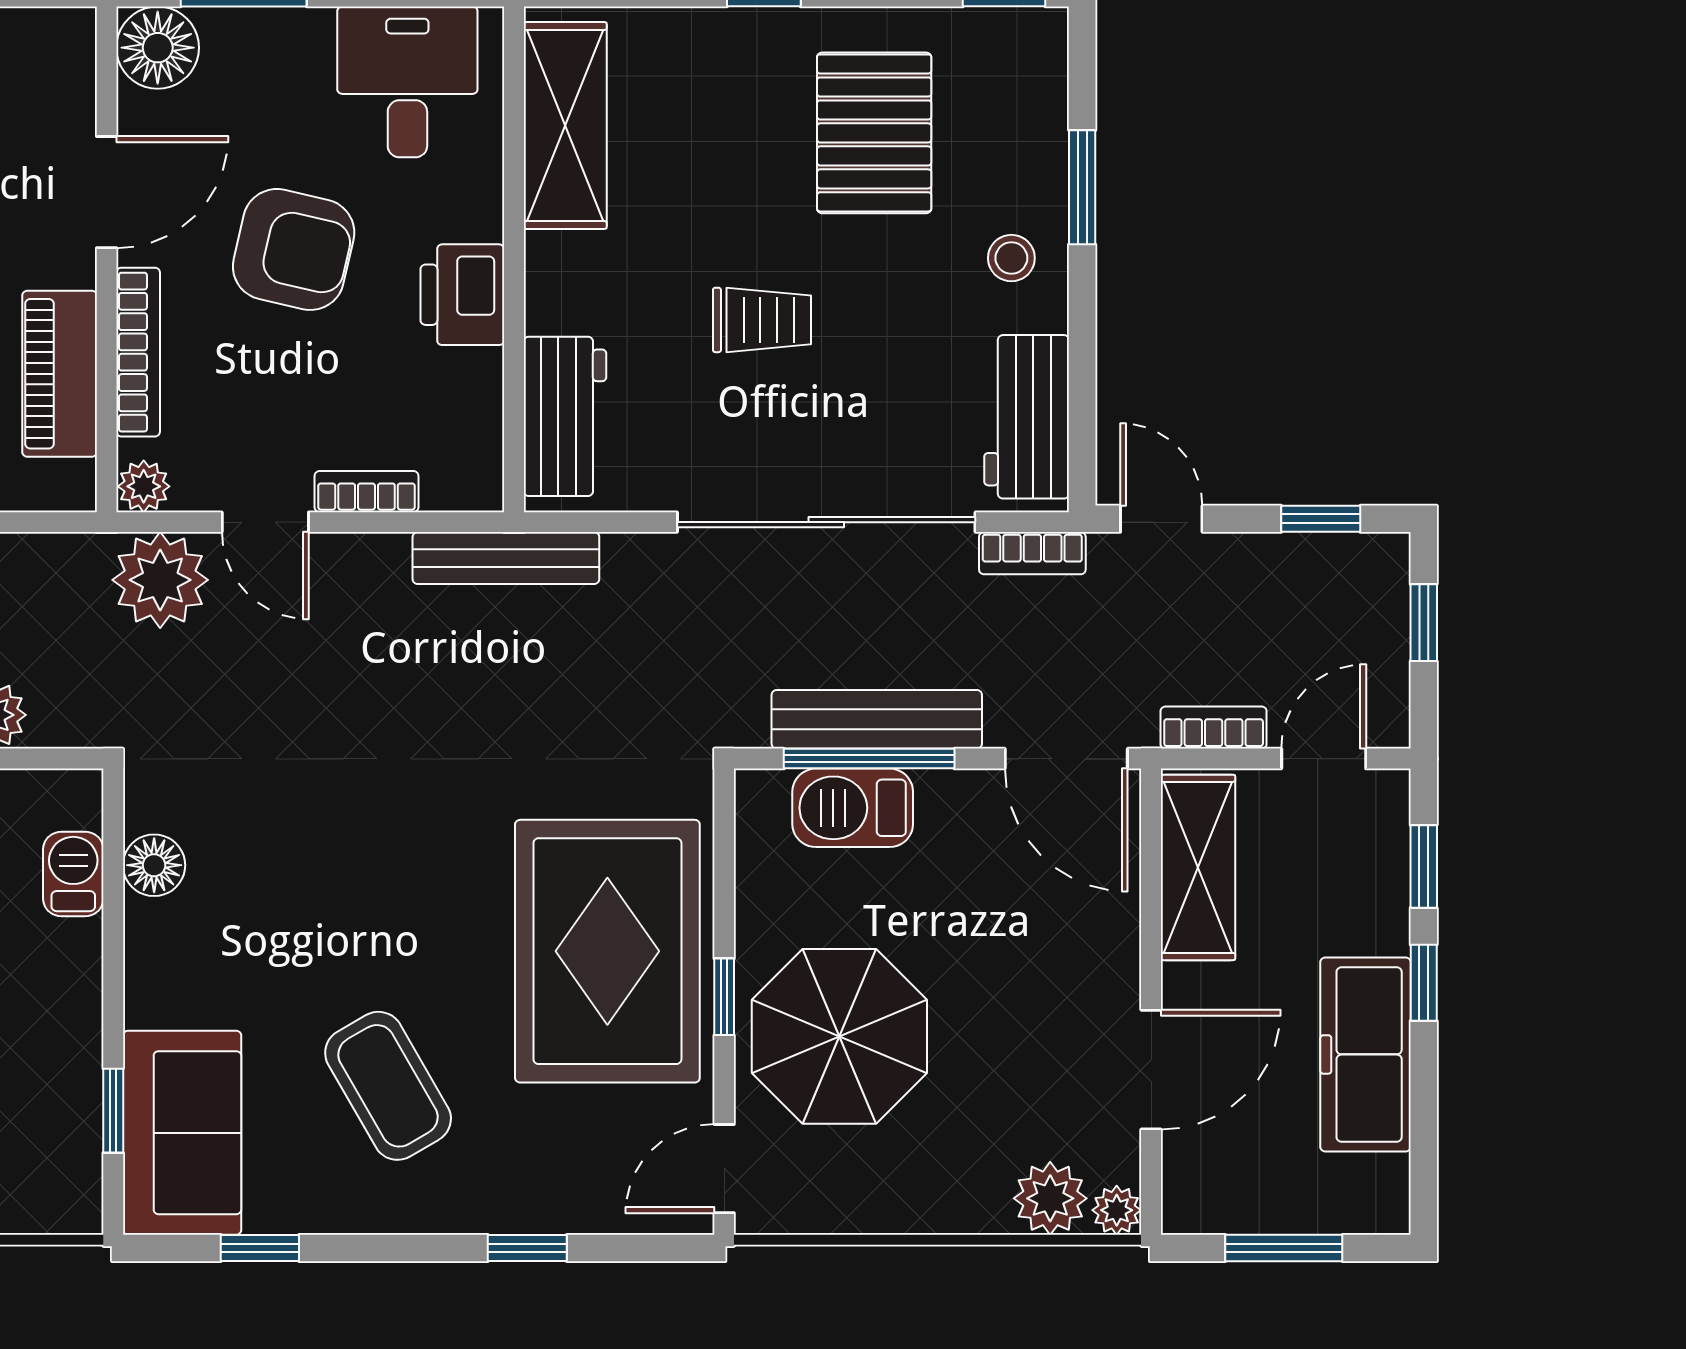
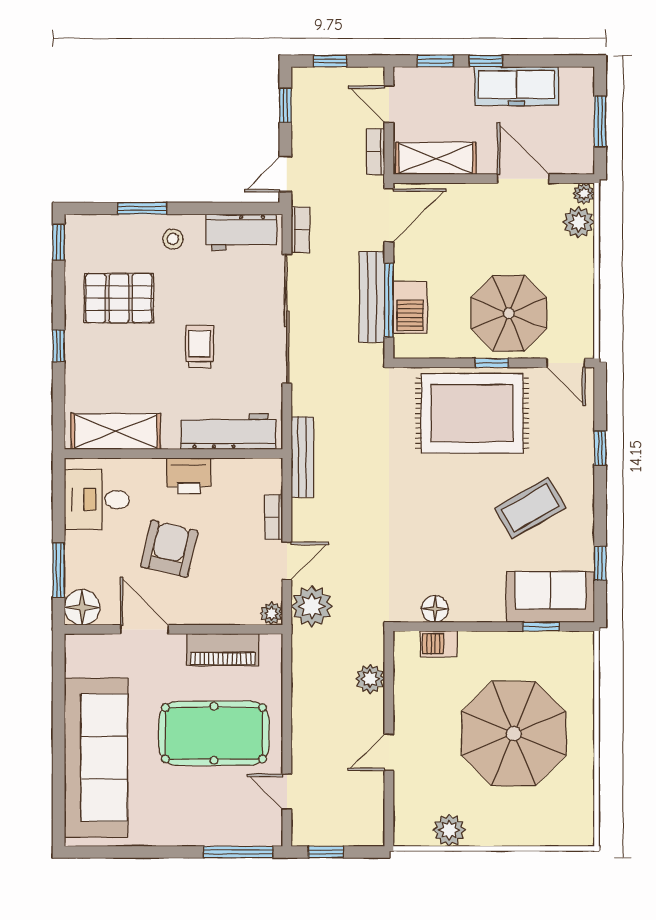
bookcase: (138, 352) -> (213, 616), removed
workbench: (565, 416) -> (228, 432), width x1.38

